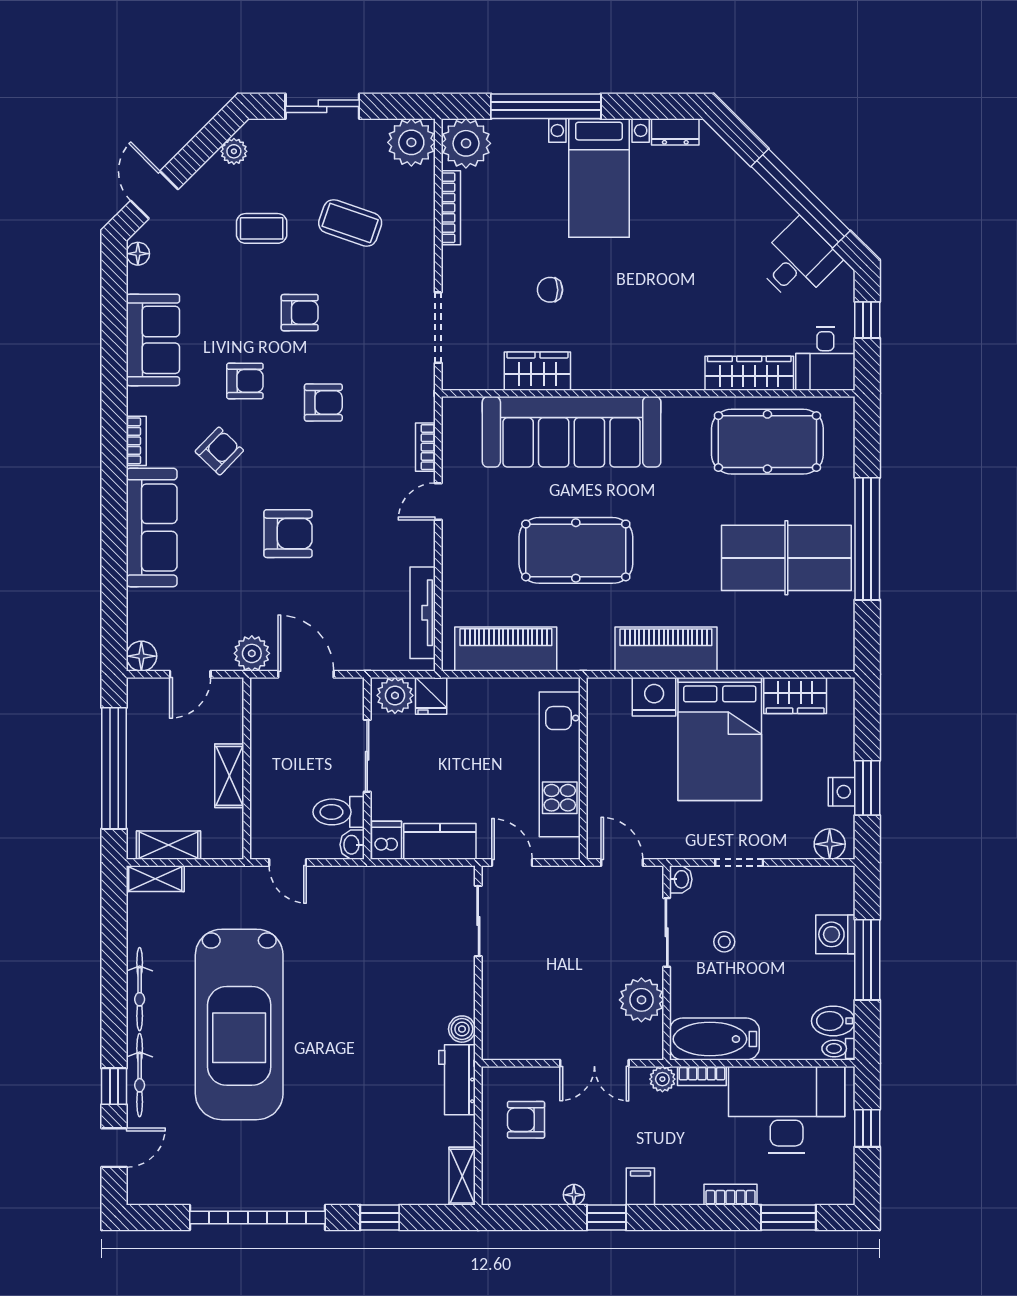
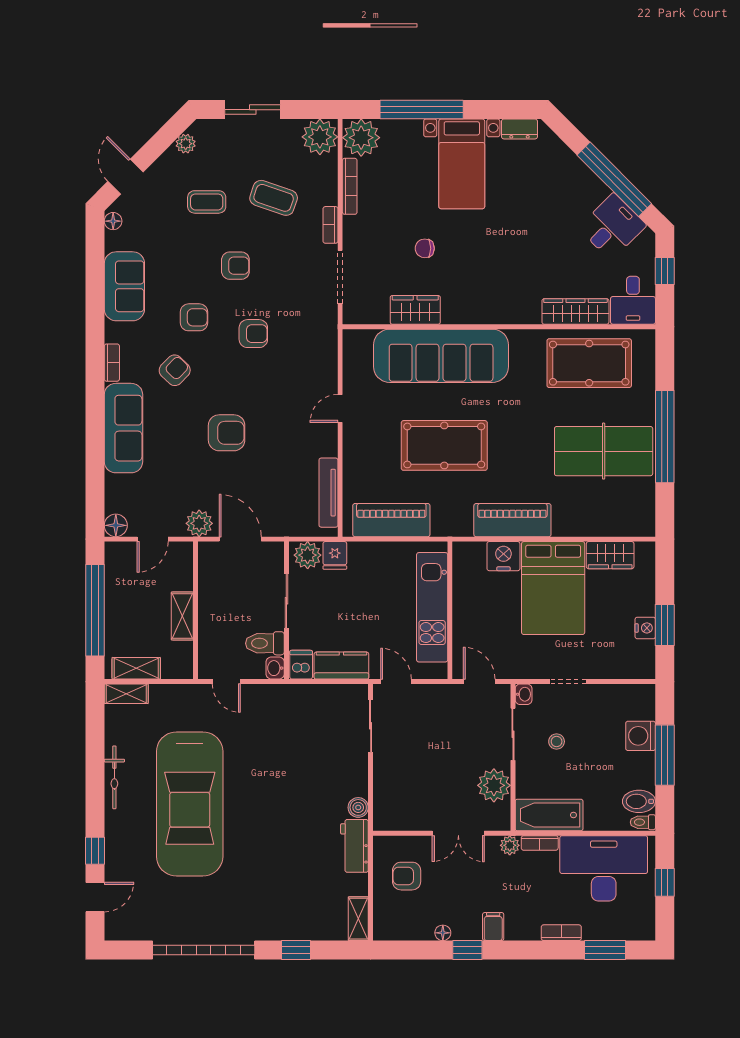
bookcase: (425, 447) -> (330, 225), moved
floor lamp: (830, 844) -> (636, 668), removed
bicycle: (140, 1075) -> (114, 842), removed

